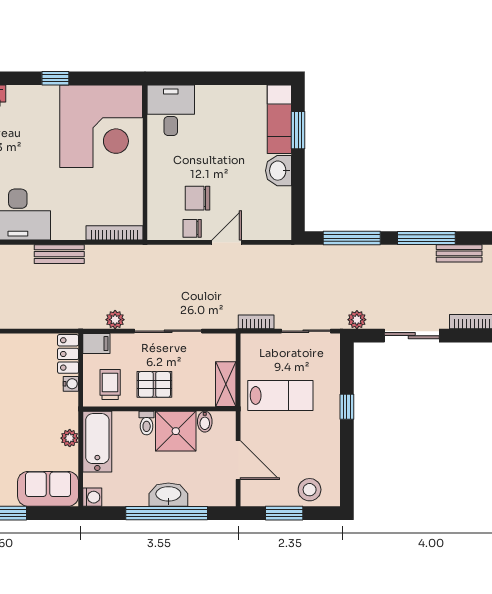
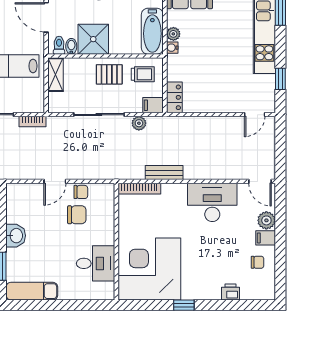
desk: (171, 110) -> (96, 263), moved, turned -90
exam couch: (279, 119) -> (32, 291), moved, turned -90
bench: (59, 254) -> (164, 173), moved
water cooler: (71, 384) -> (172, 48), moved
trolley: (110, 385) -> (143, 74), turned -90
toilet: (147, 423) -> (59, 45), moved

